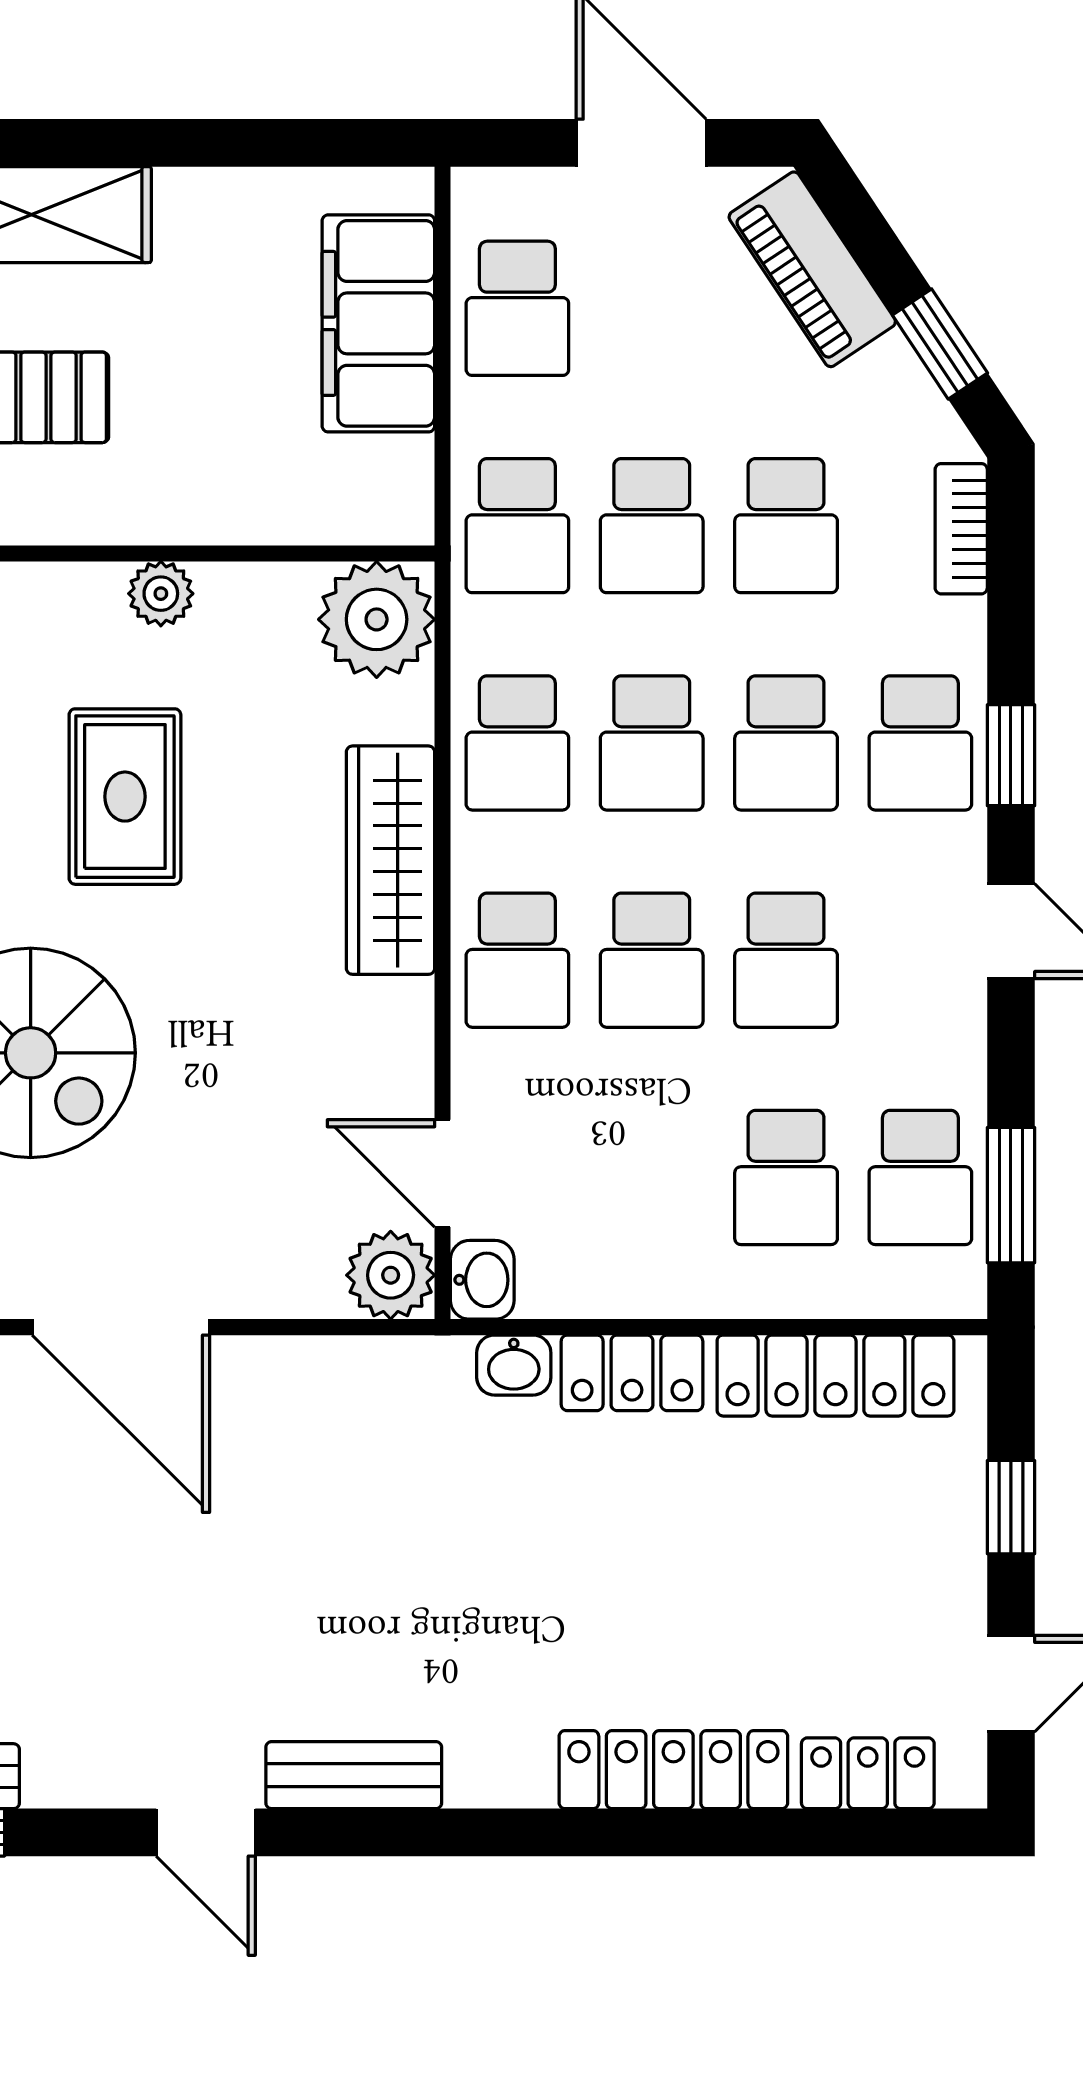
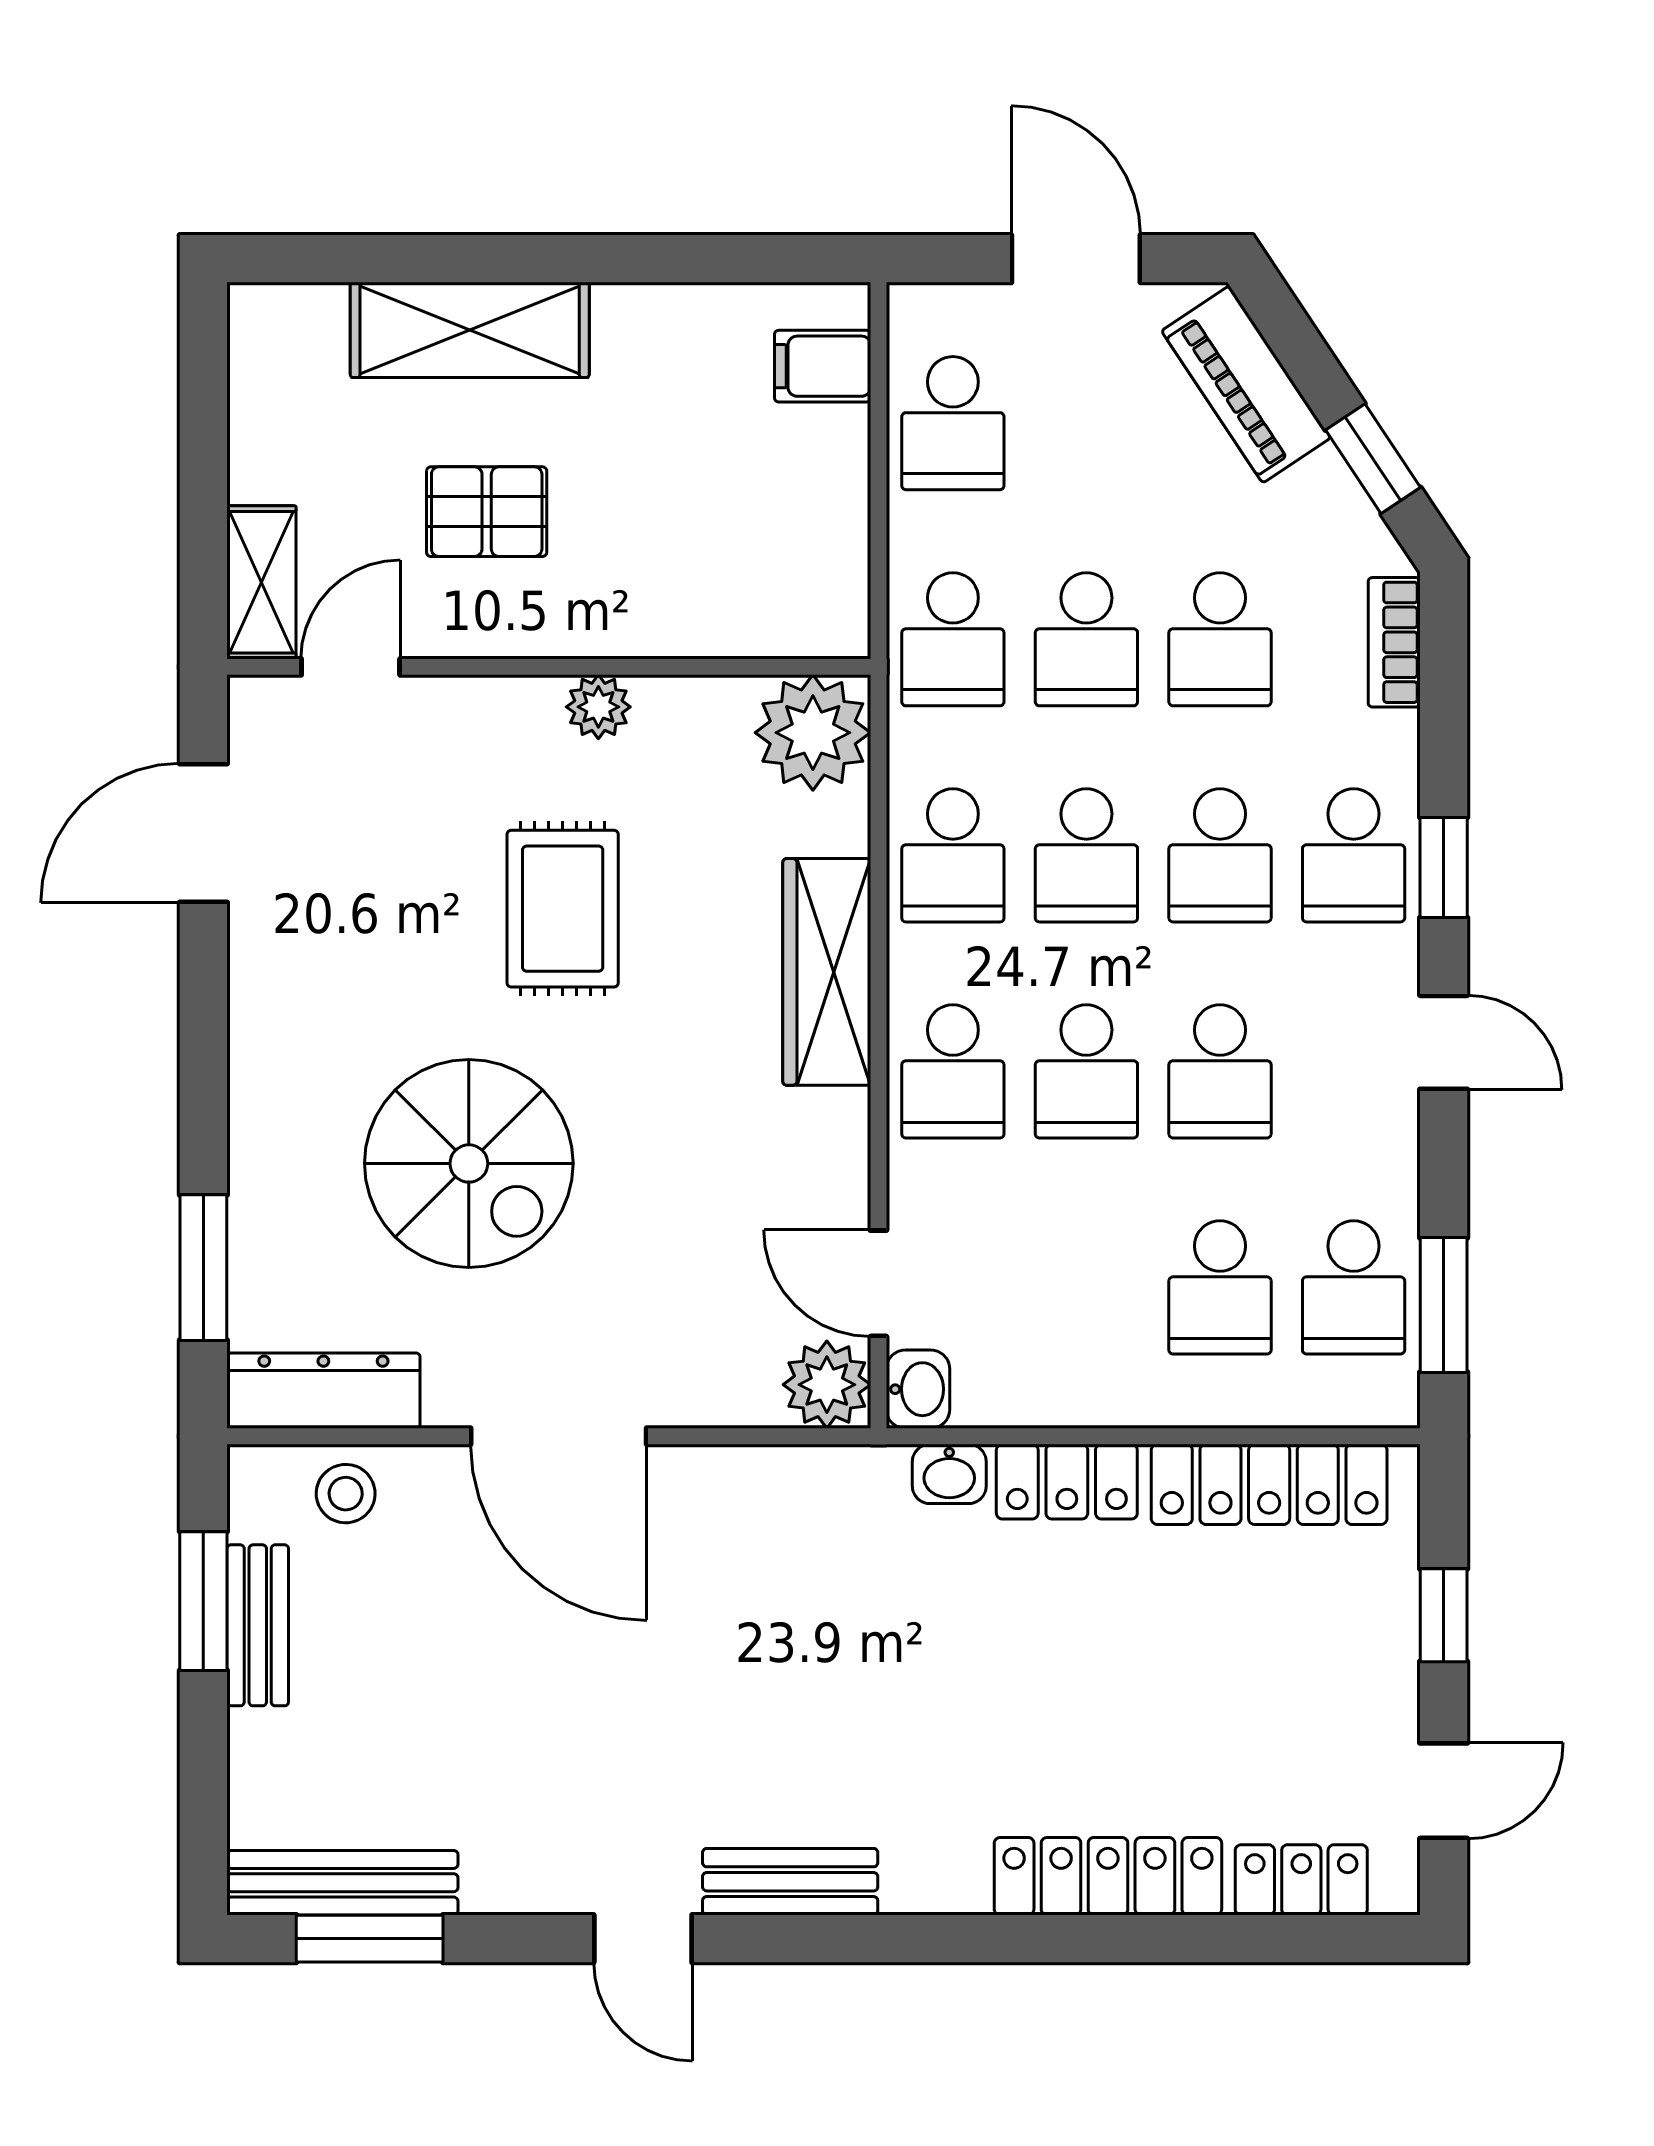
filing cabinet: (378, 323) -> (823, 366), width x0.33, depth x0.86

